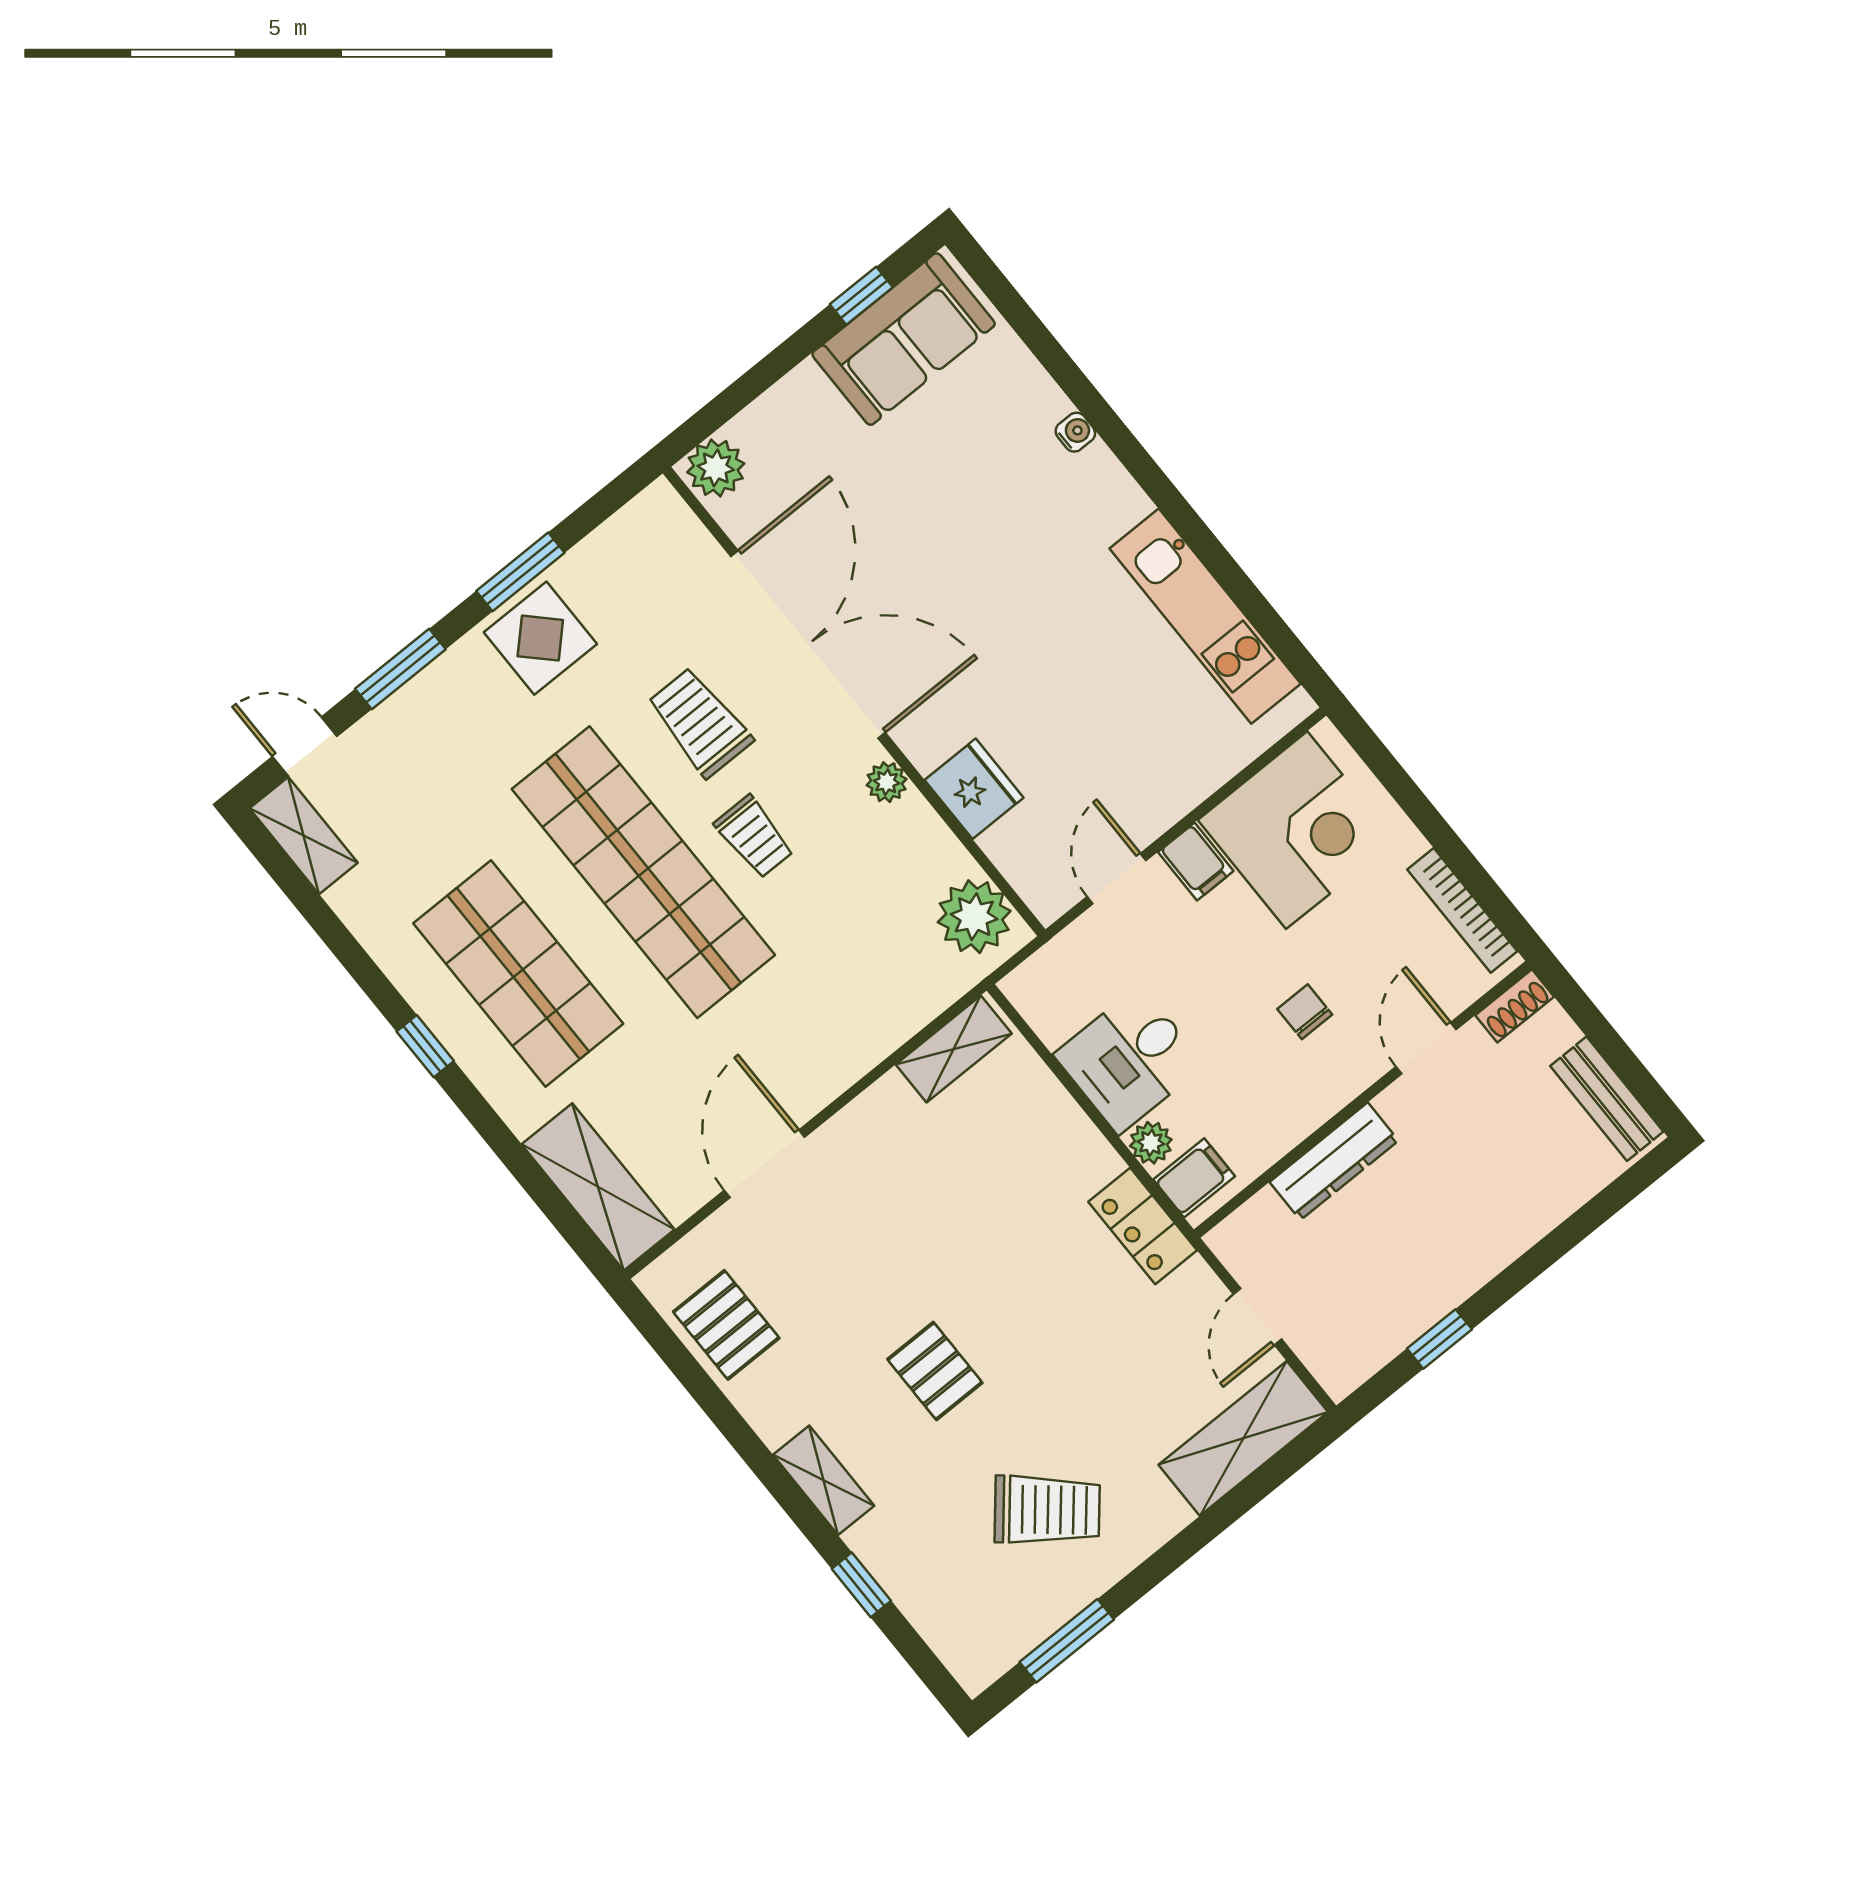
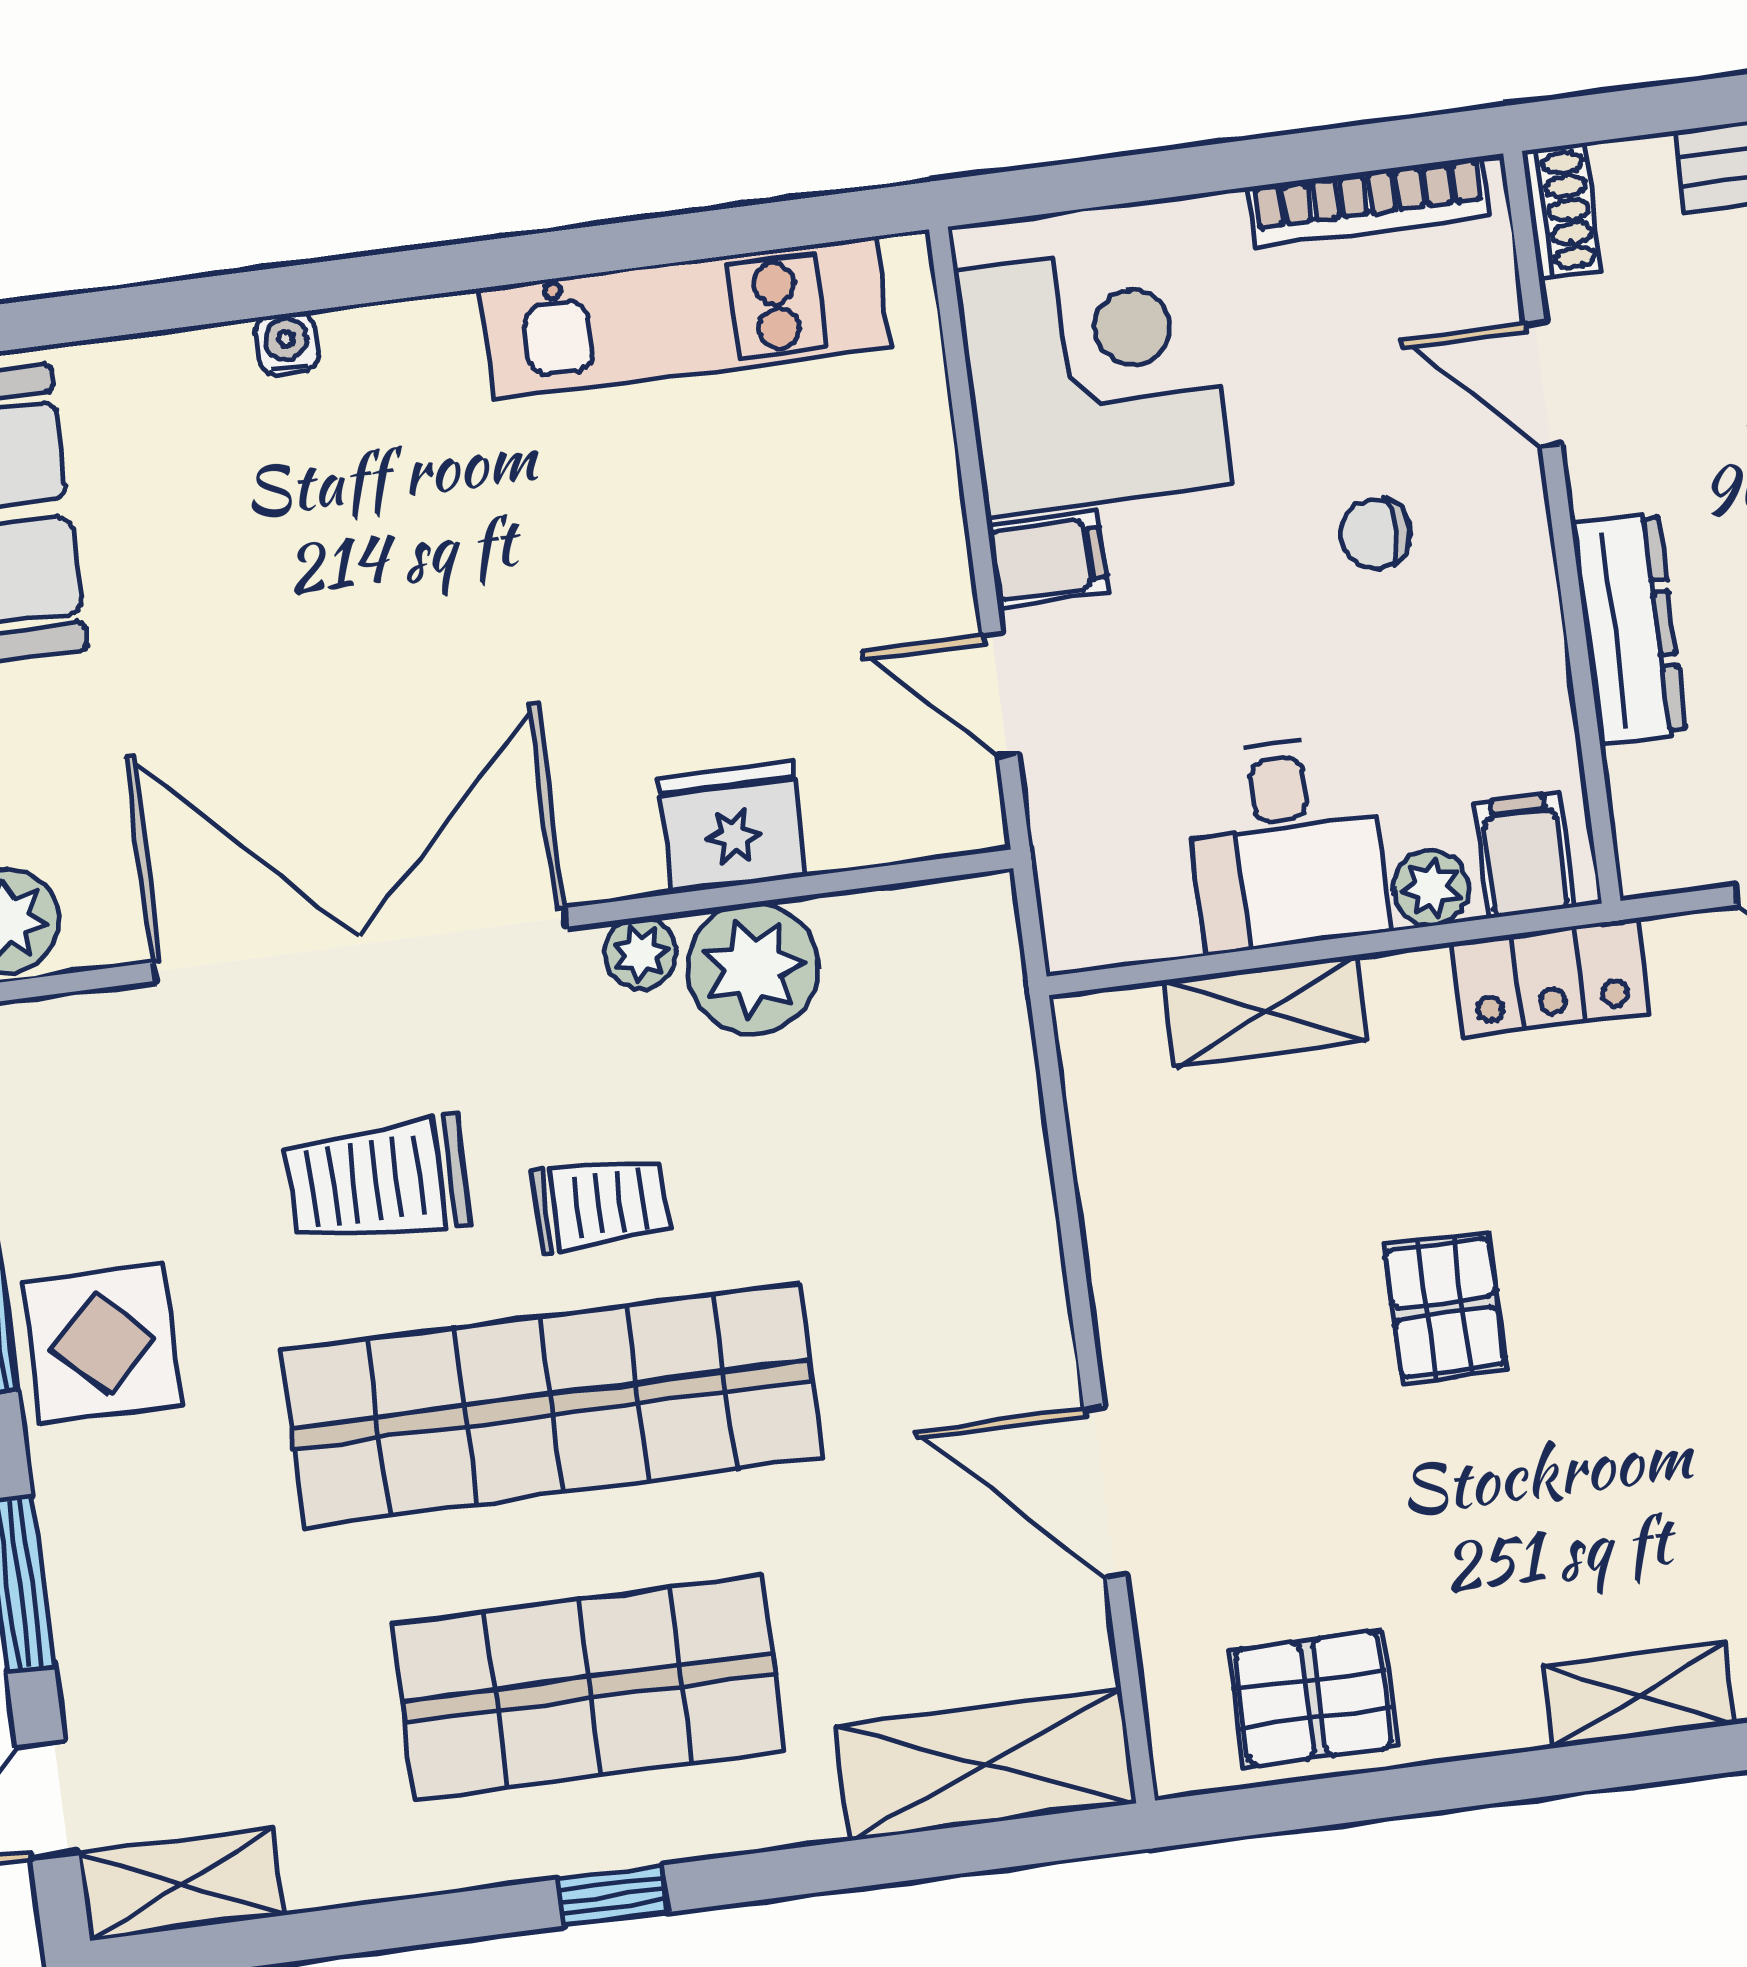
plant: (974, 917) -> (753, 968), moved
shelving: (954, 1049) -> (1265, 1011), moved, turned 90
pallet: (935, 1371) -> (1445, 1308), moved, turned 90

